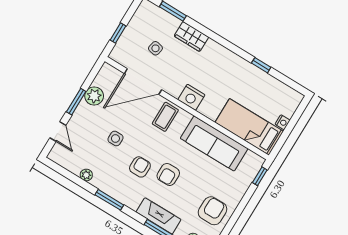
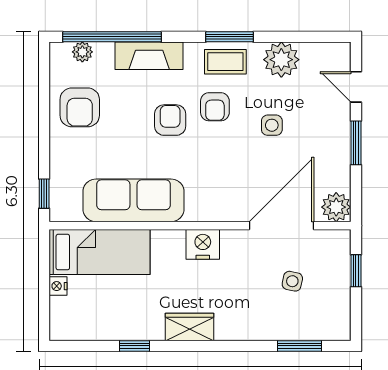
wardrobe: (191, 37) -> (190, 327), moved
plant: (94, 96) -> (336, 207), moved
coffee table: (165, 117) -> (225, 62), moved, turned 90
plant: (86, 175) -> (281, 60), width x1.87, depth x1.87

